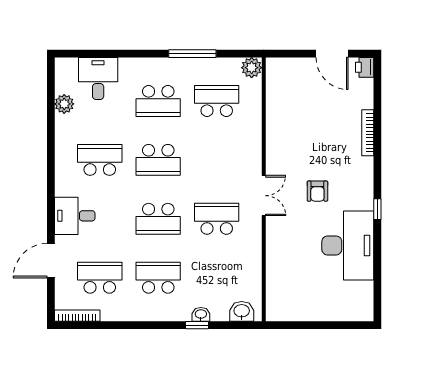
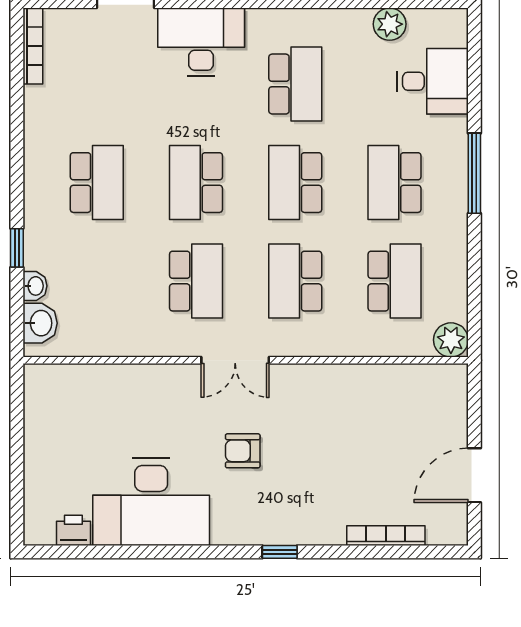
window: (192, 54) -> (474, 173), moved
printer: (365, 67) -> (73, 530), moved
bookcase: (368, 133) -> (386, 536), moved
window: (377, 209) -> (280, 552), moved
desk: (75, 216) -> (201, 42), width x1.37
school desk: (100, 278) -> (295, 281), moved, turned 180
washbasin: (201, 314) -> (35, 286), moved

